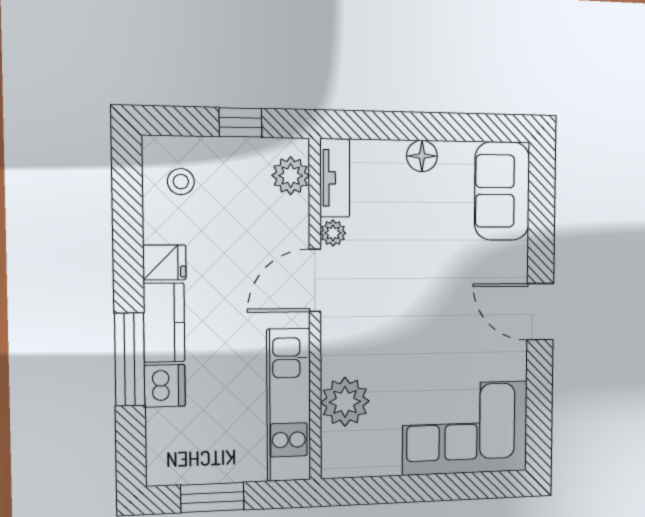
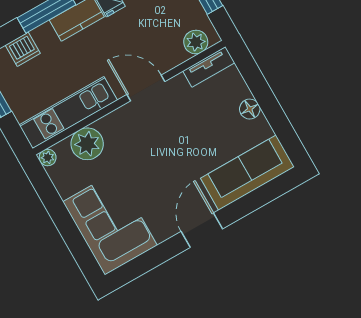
sofa: (502, 191) -> (247, 173), width x1.36
plant: (333, 233) -> (48, 157), moved
dishwasher: (165, 386) -> (23, 49), moved

